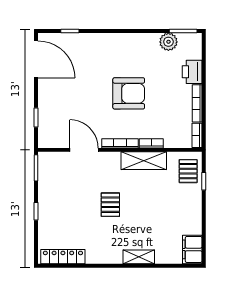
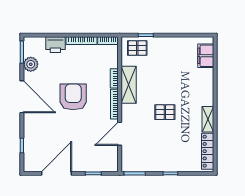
door: (129, 31) -> (22, 97), added
door: (36, 59) -> (56, 173), moved
filing cabinet: (192, 249) -> (206, 56), moved, turned 90
shelving: (139, 257) -> (208, 119), moved

